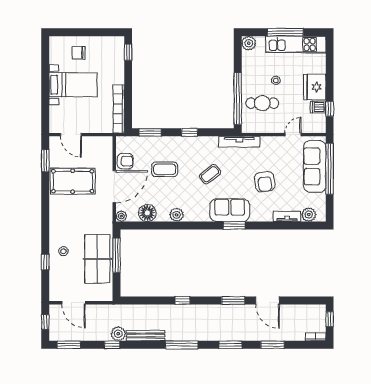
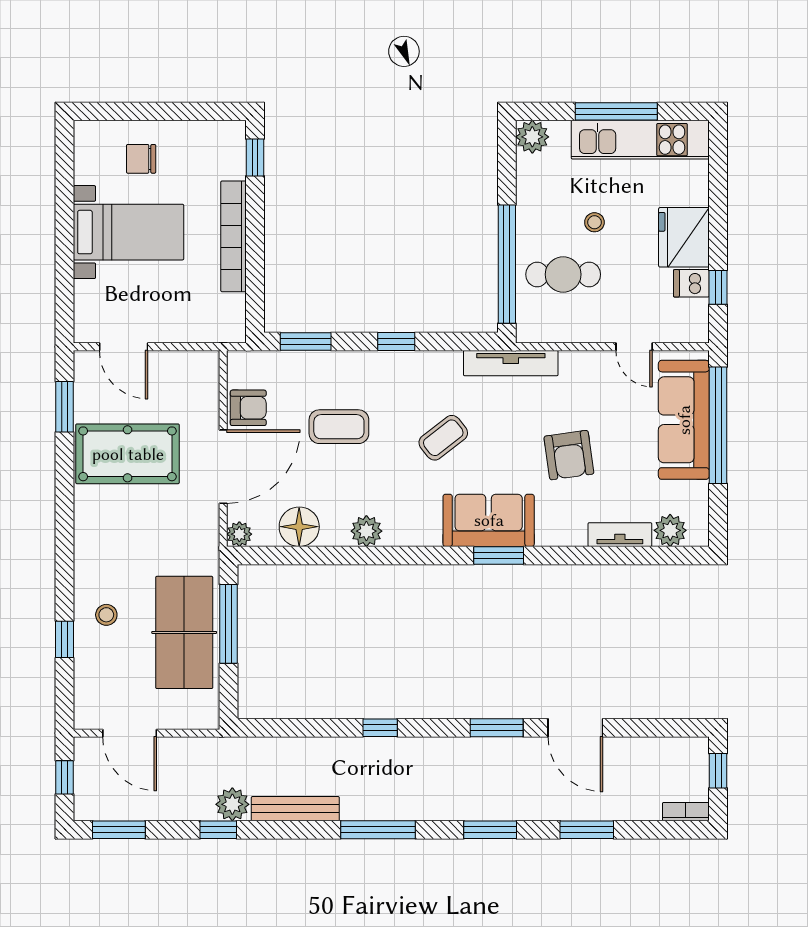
bookcase: (119, 109) -> (234, 236), moved
door: (293, 135) -> (634, 347), swing flipped

